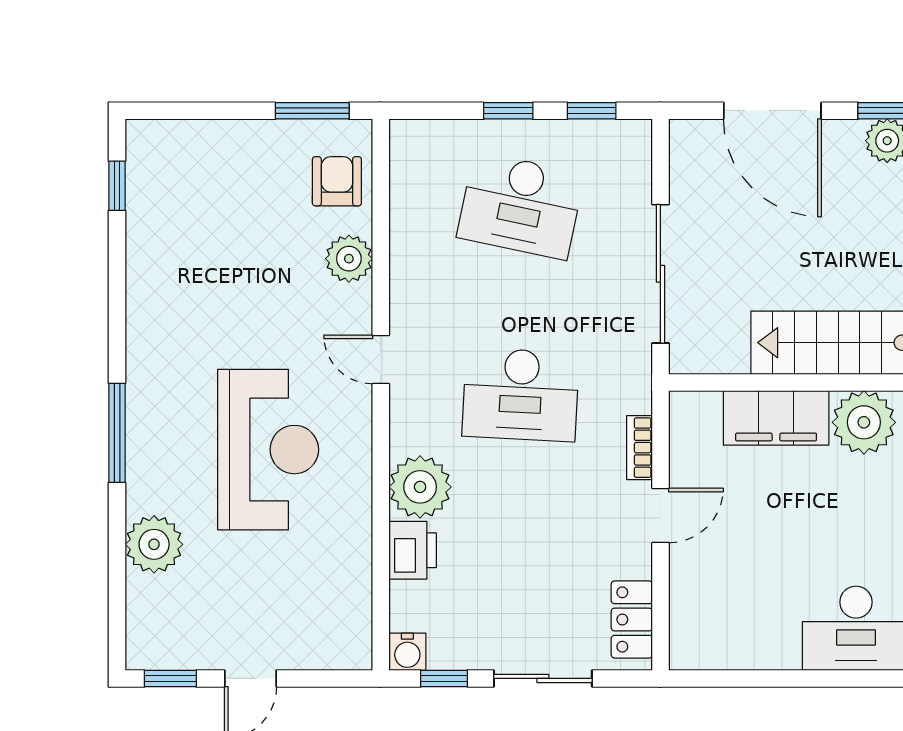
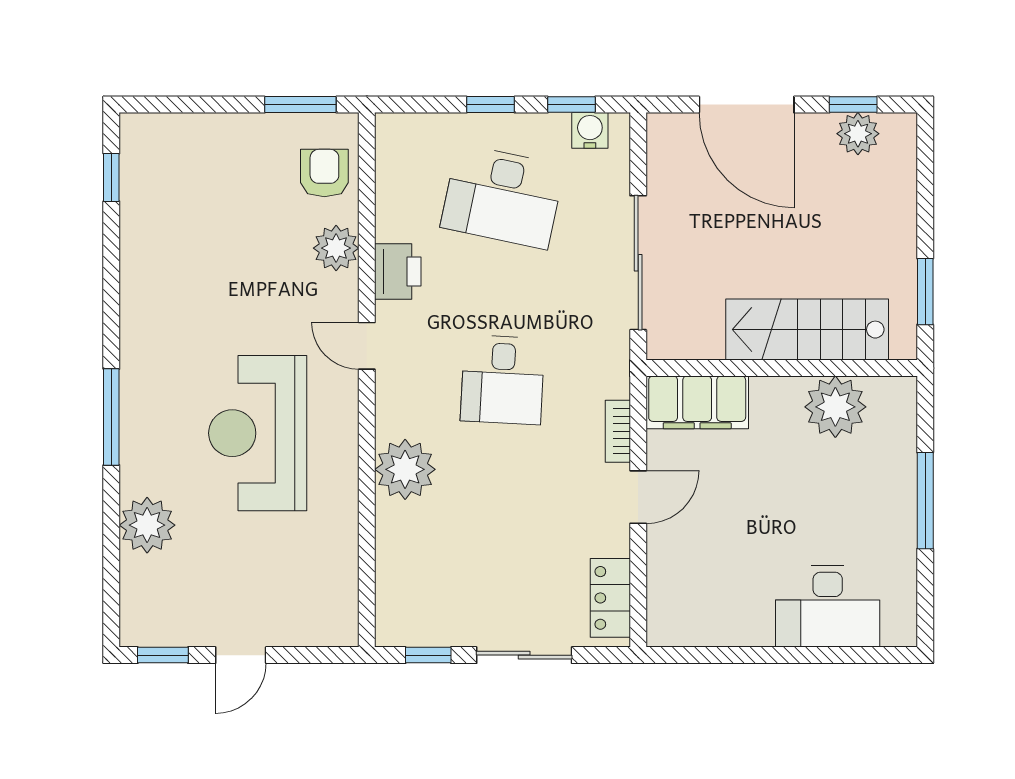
desk: (521, 395) -> (503, 380), width x0.73
filing cabinet: (776, 418) -> (697, 402), moved
reception desk: (268, 450) -> (258, 433), turned 180
printer: (413, 550) -> (398, 271), moved
water cooler: (407, 652) -> (590, 130), moved, turned 180

